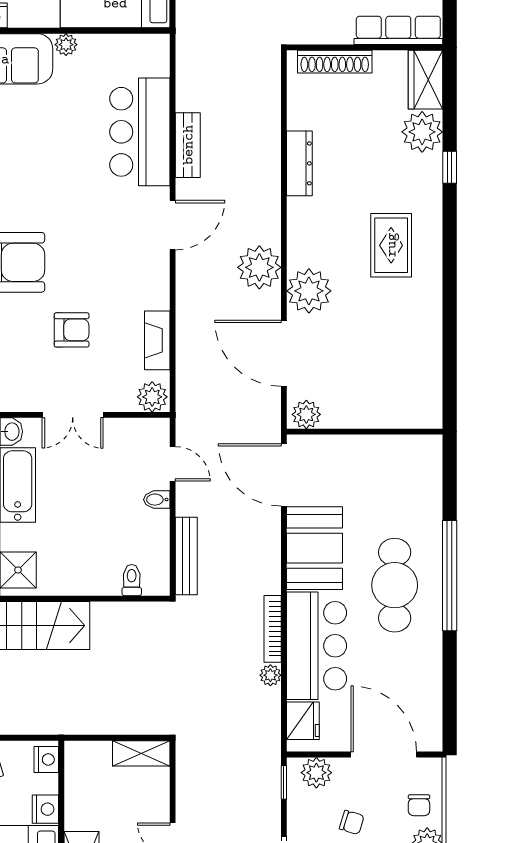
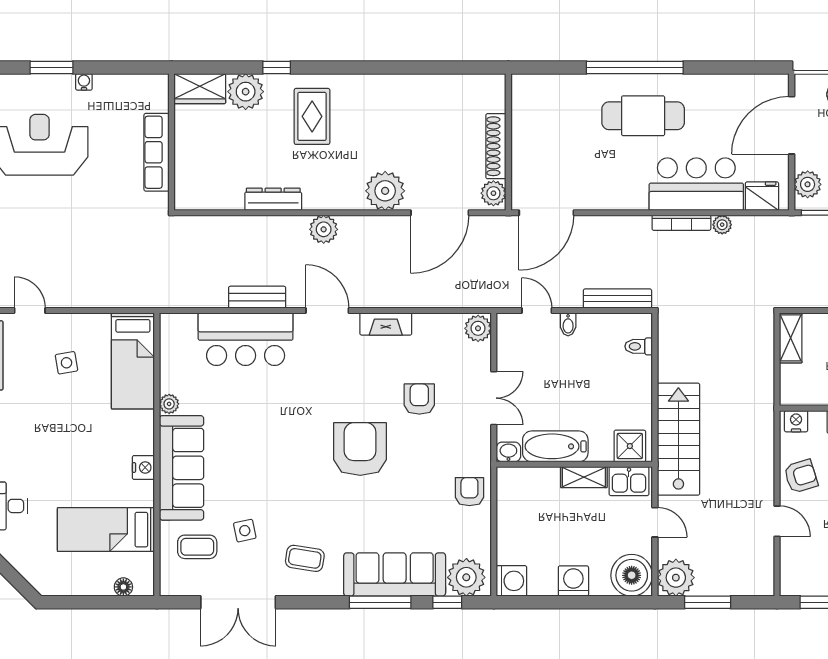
row of seats: (398, 30) -> (157, 152), moved
shoe rack: (335, 62) -> (496, 146), moved, turned 180
rug: (391, 245) -> (312, 116), moved, turned 90
plant: (259, 267) -> (324, 229), moved, width x0.73, depth x0.73
fireplace: (157, 340) -> (386, 324), moved
door: (173, 464) -> (537, 310), hinge flipped
booth: (315, 548) -> (611, 186), removed

